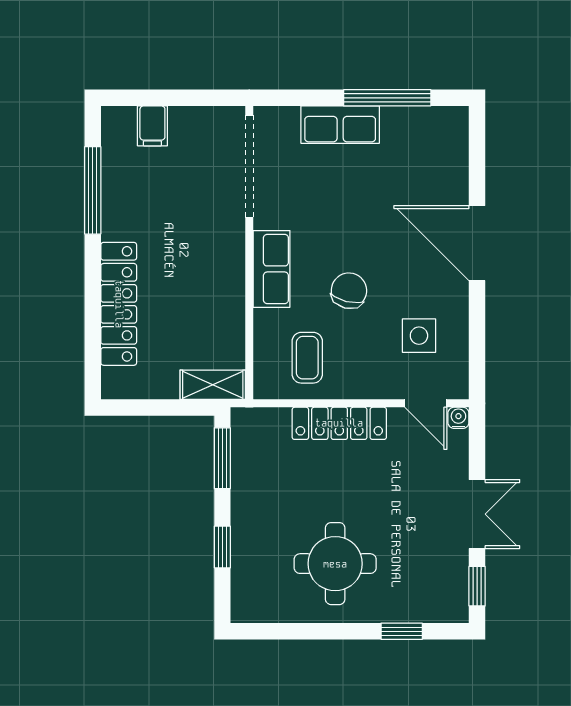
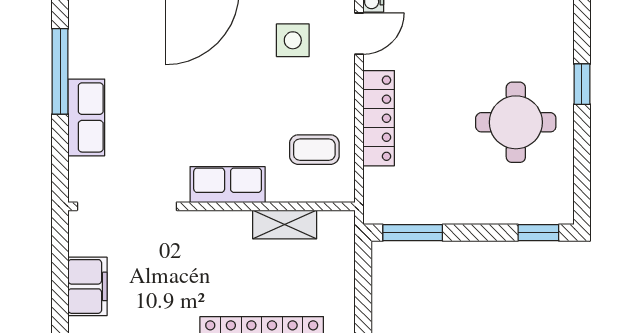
filing cabinet: (152, 126) -> (87, 286), width x2.00
chair: (349, 291) -> (249, 109), removed
shelving: (213, 385) -> (285, 224), moved, turned 90
window: (222, 547) -> (538, 233), moved
window: (402, 631) -> (582, 84), moved

